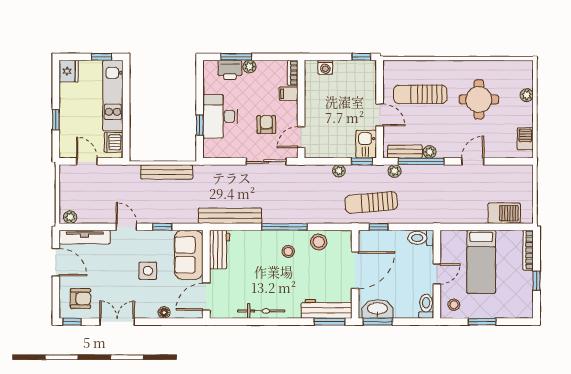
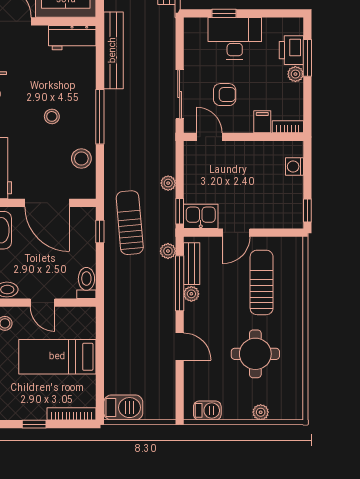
barbecue: (504, 213) -> (123, 408), moved, turned -90
stool: (288, 251) -> (52, 116), moved

